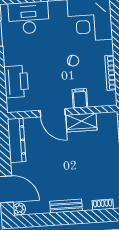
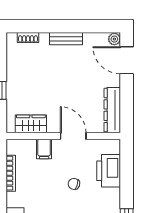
chair: (73, 61) -> (74, 184), moved
wardrobe: (82, 122) -> (31, 124), moved

